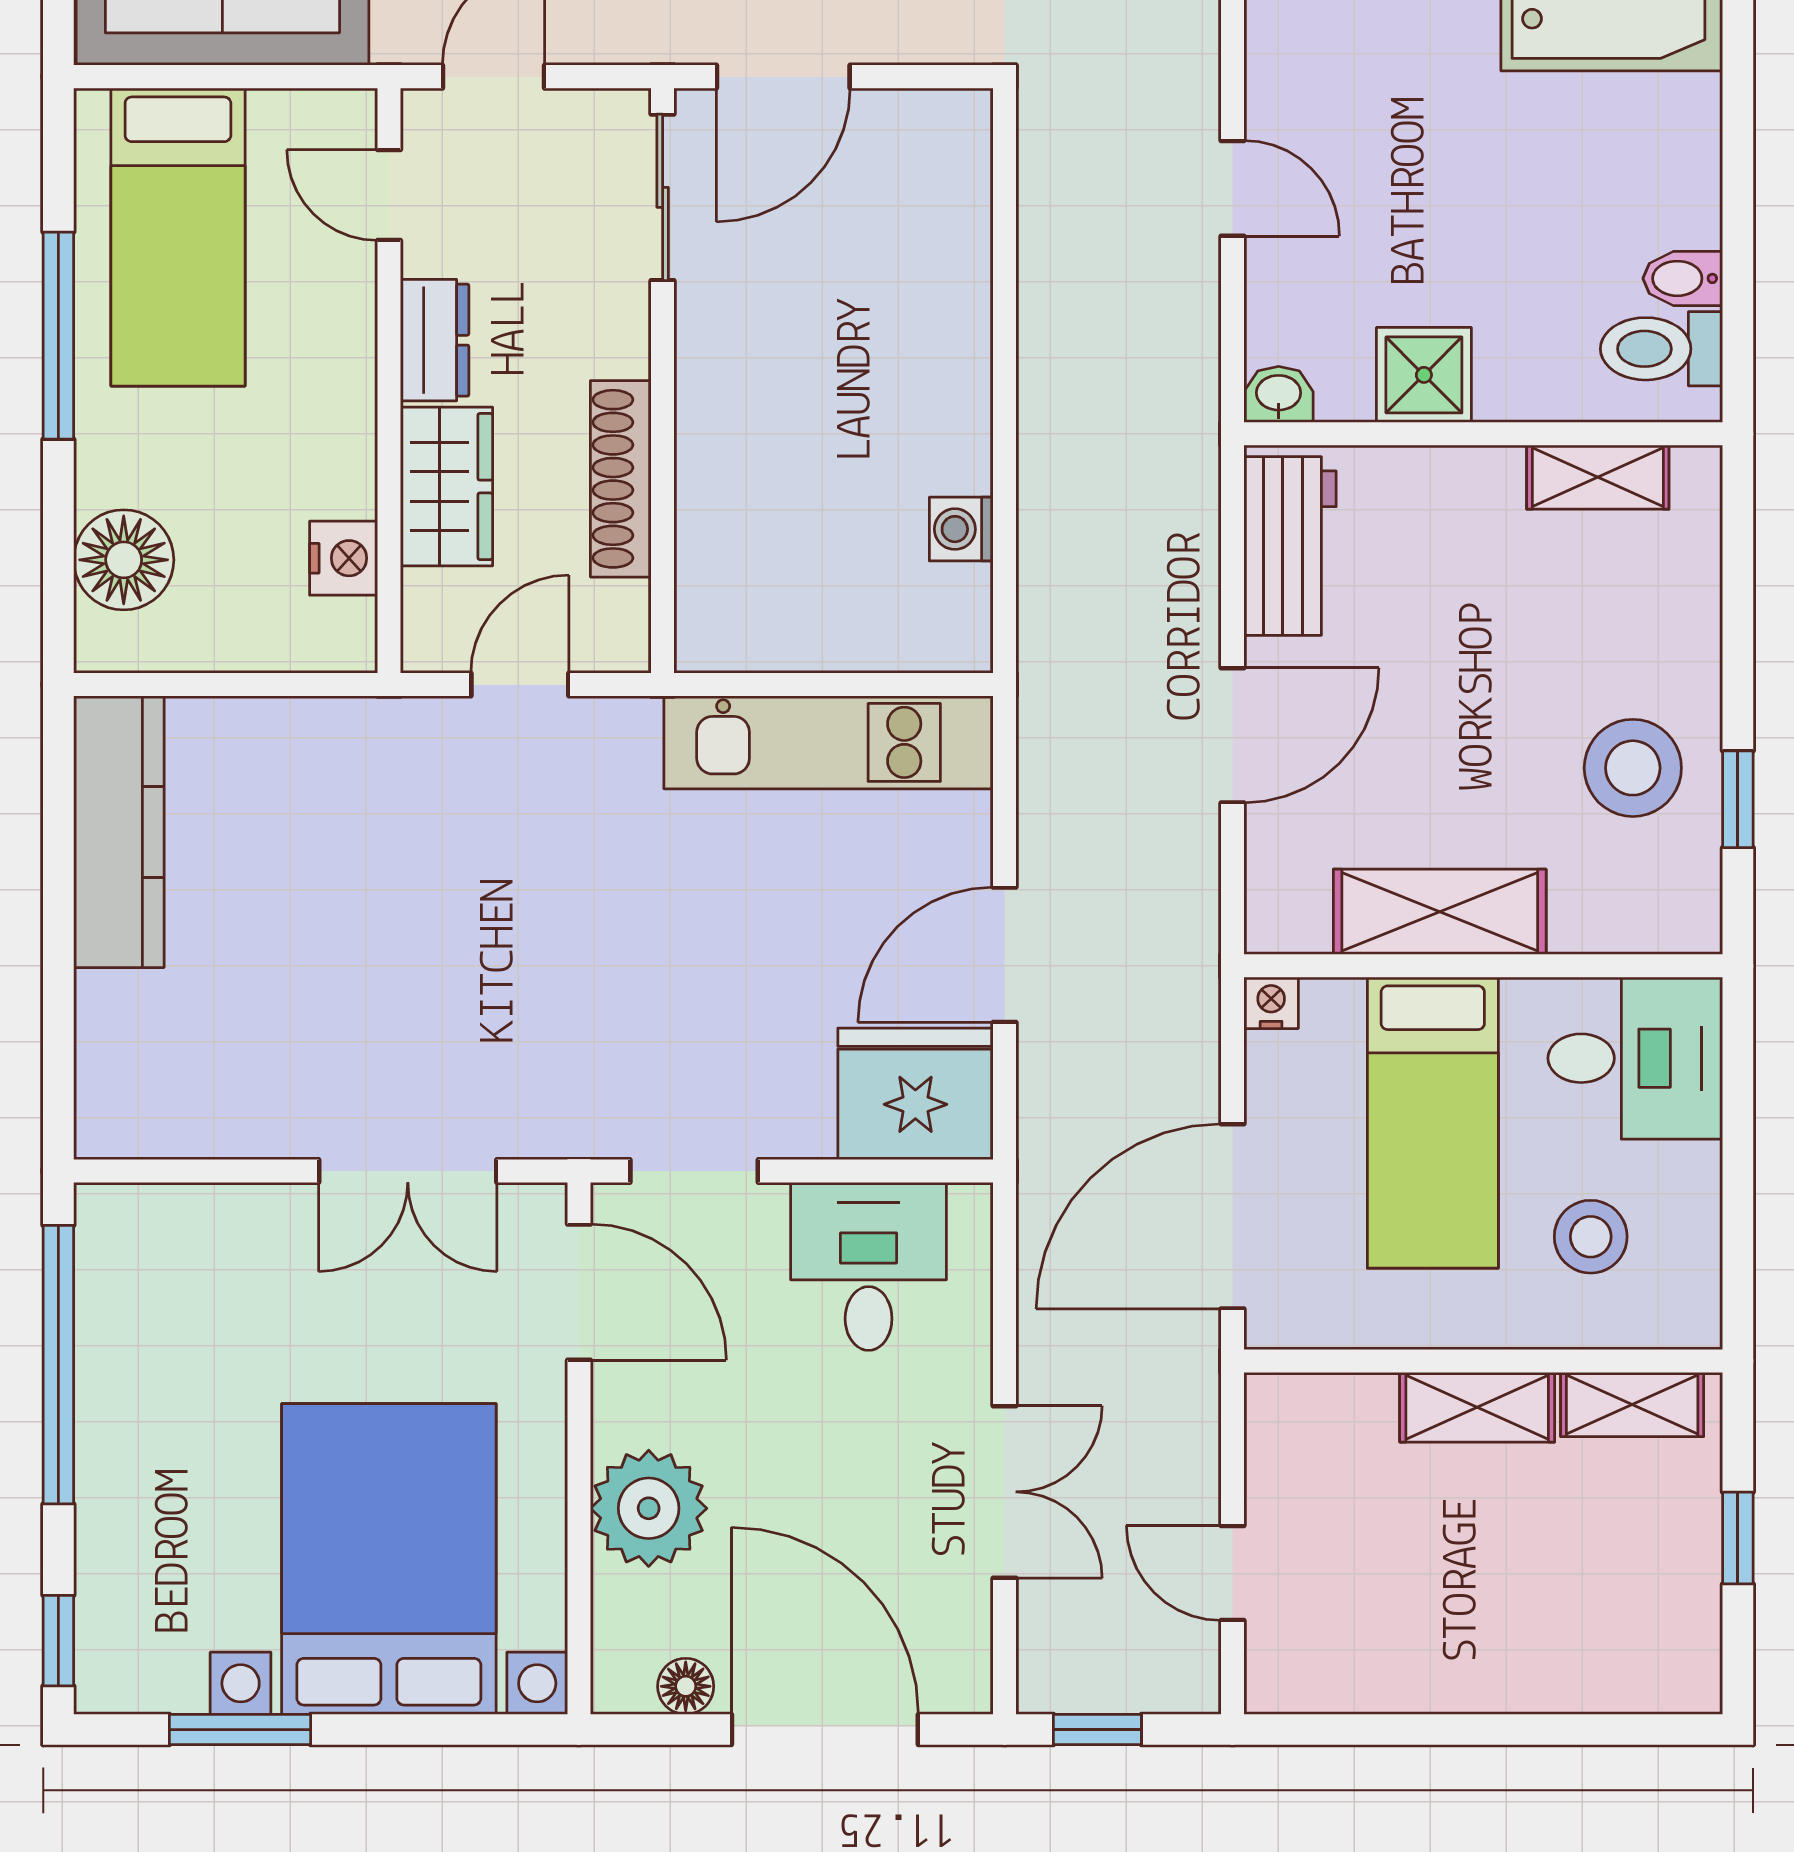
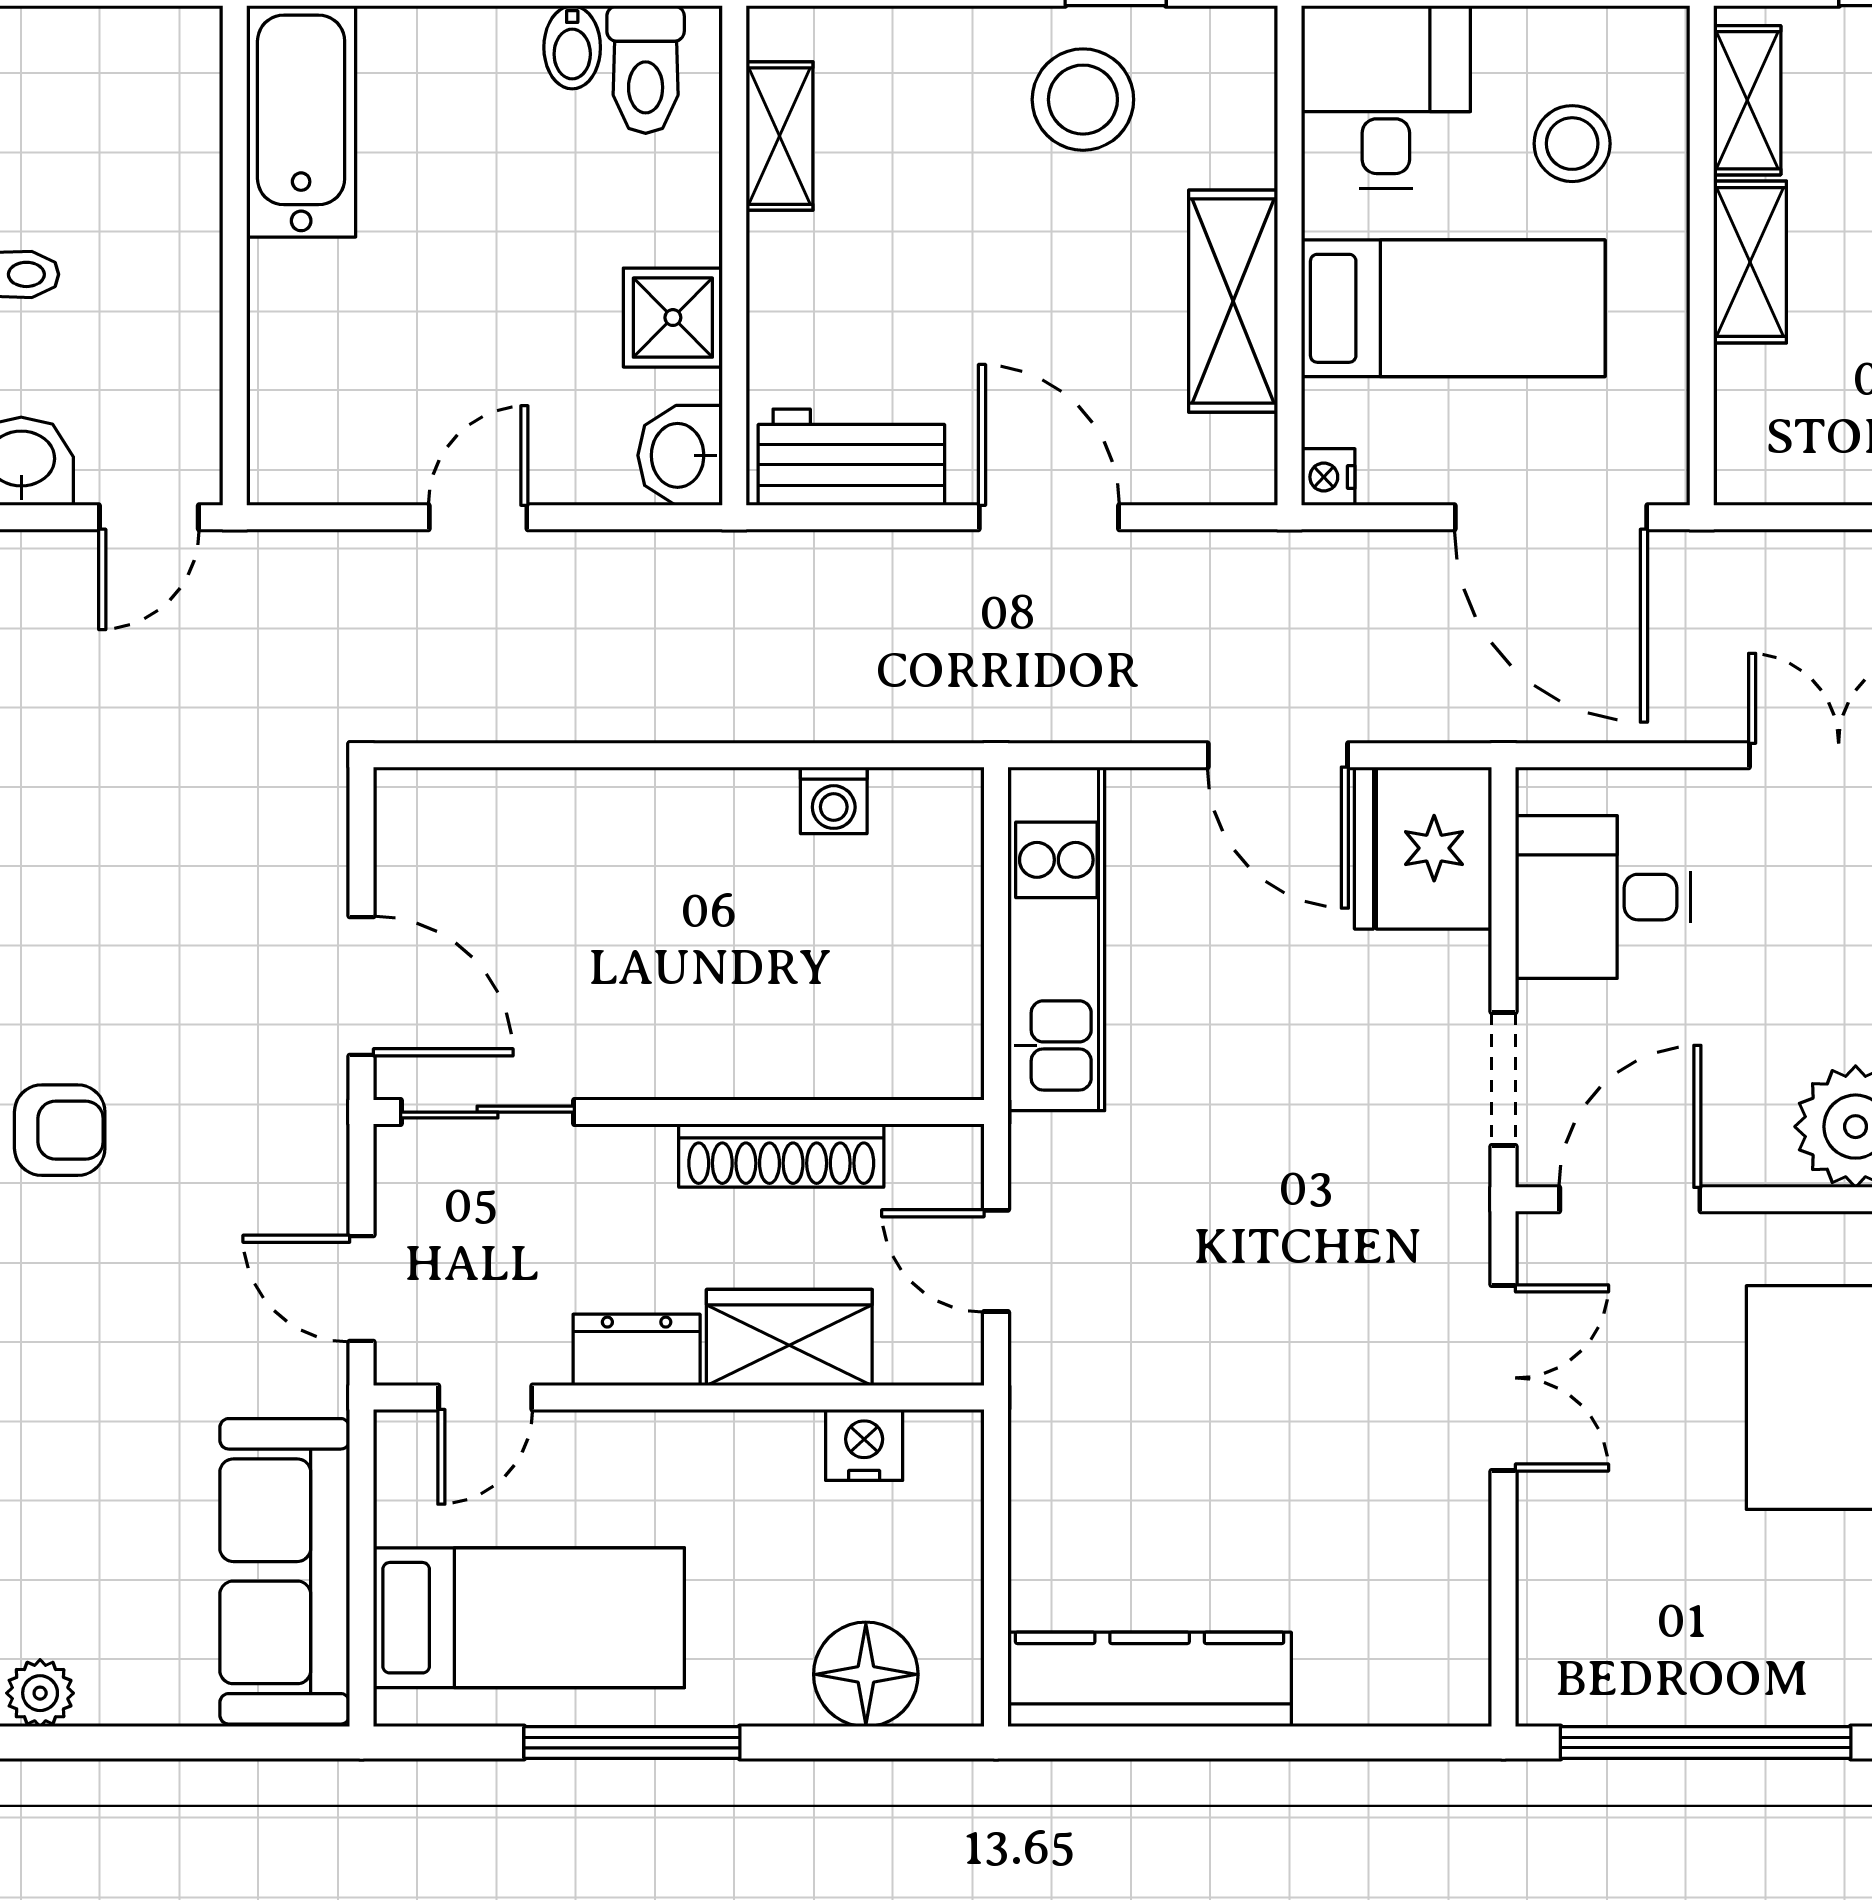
washbasin: (1279, 394) -> (680, 455), width x1.38, depth x1.45

